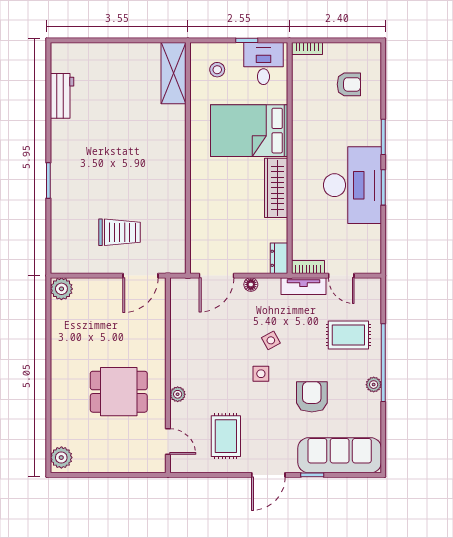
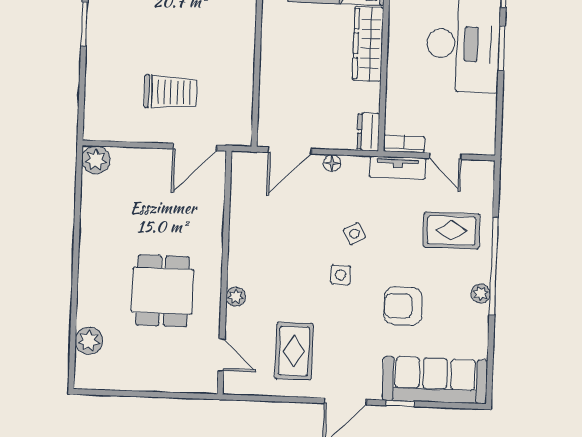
dining table: (119, 392) -> (163, 291), turned 90
armchair: (312, 397) -> (403, 306), turned -90
plant: (61, 458) -> (89, 341), moved

